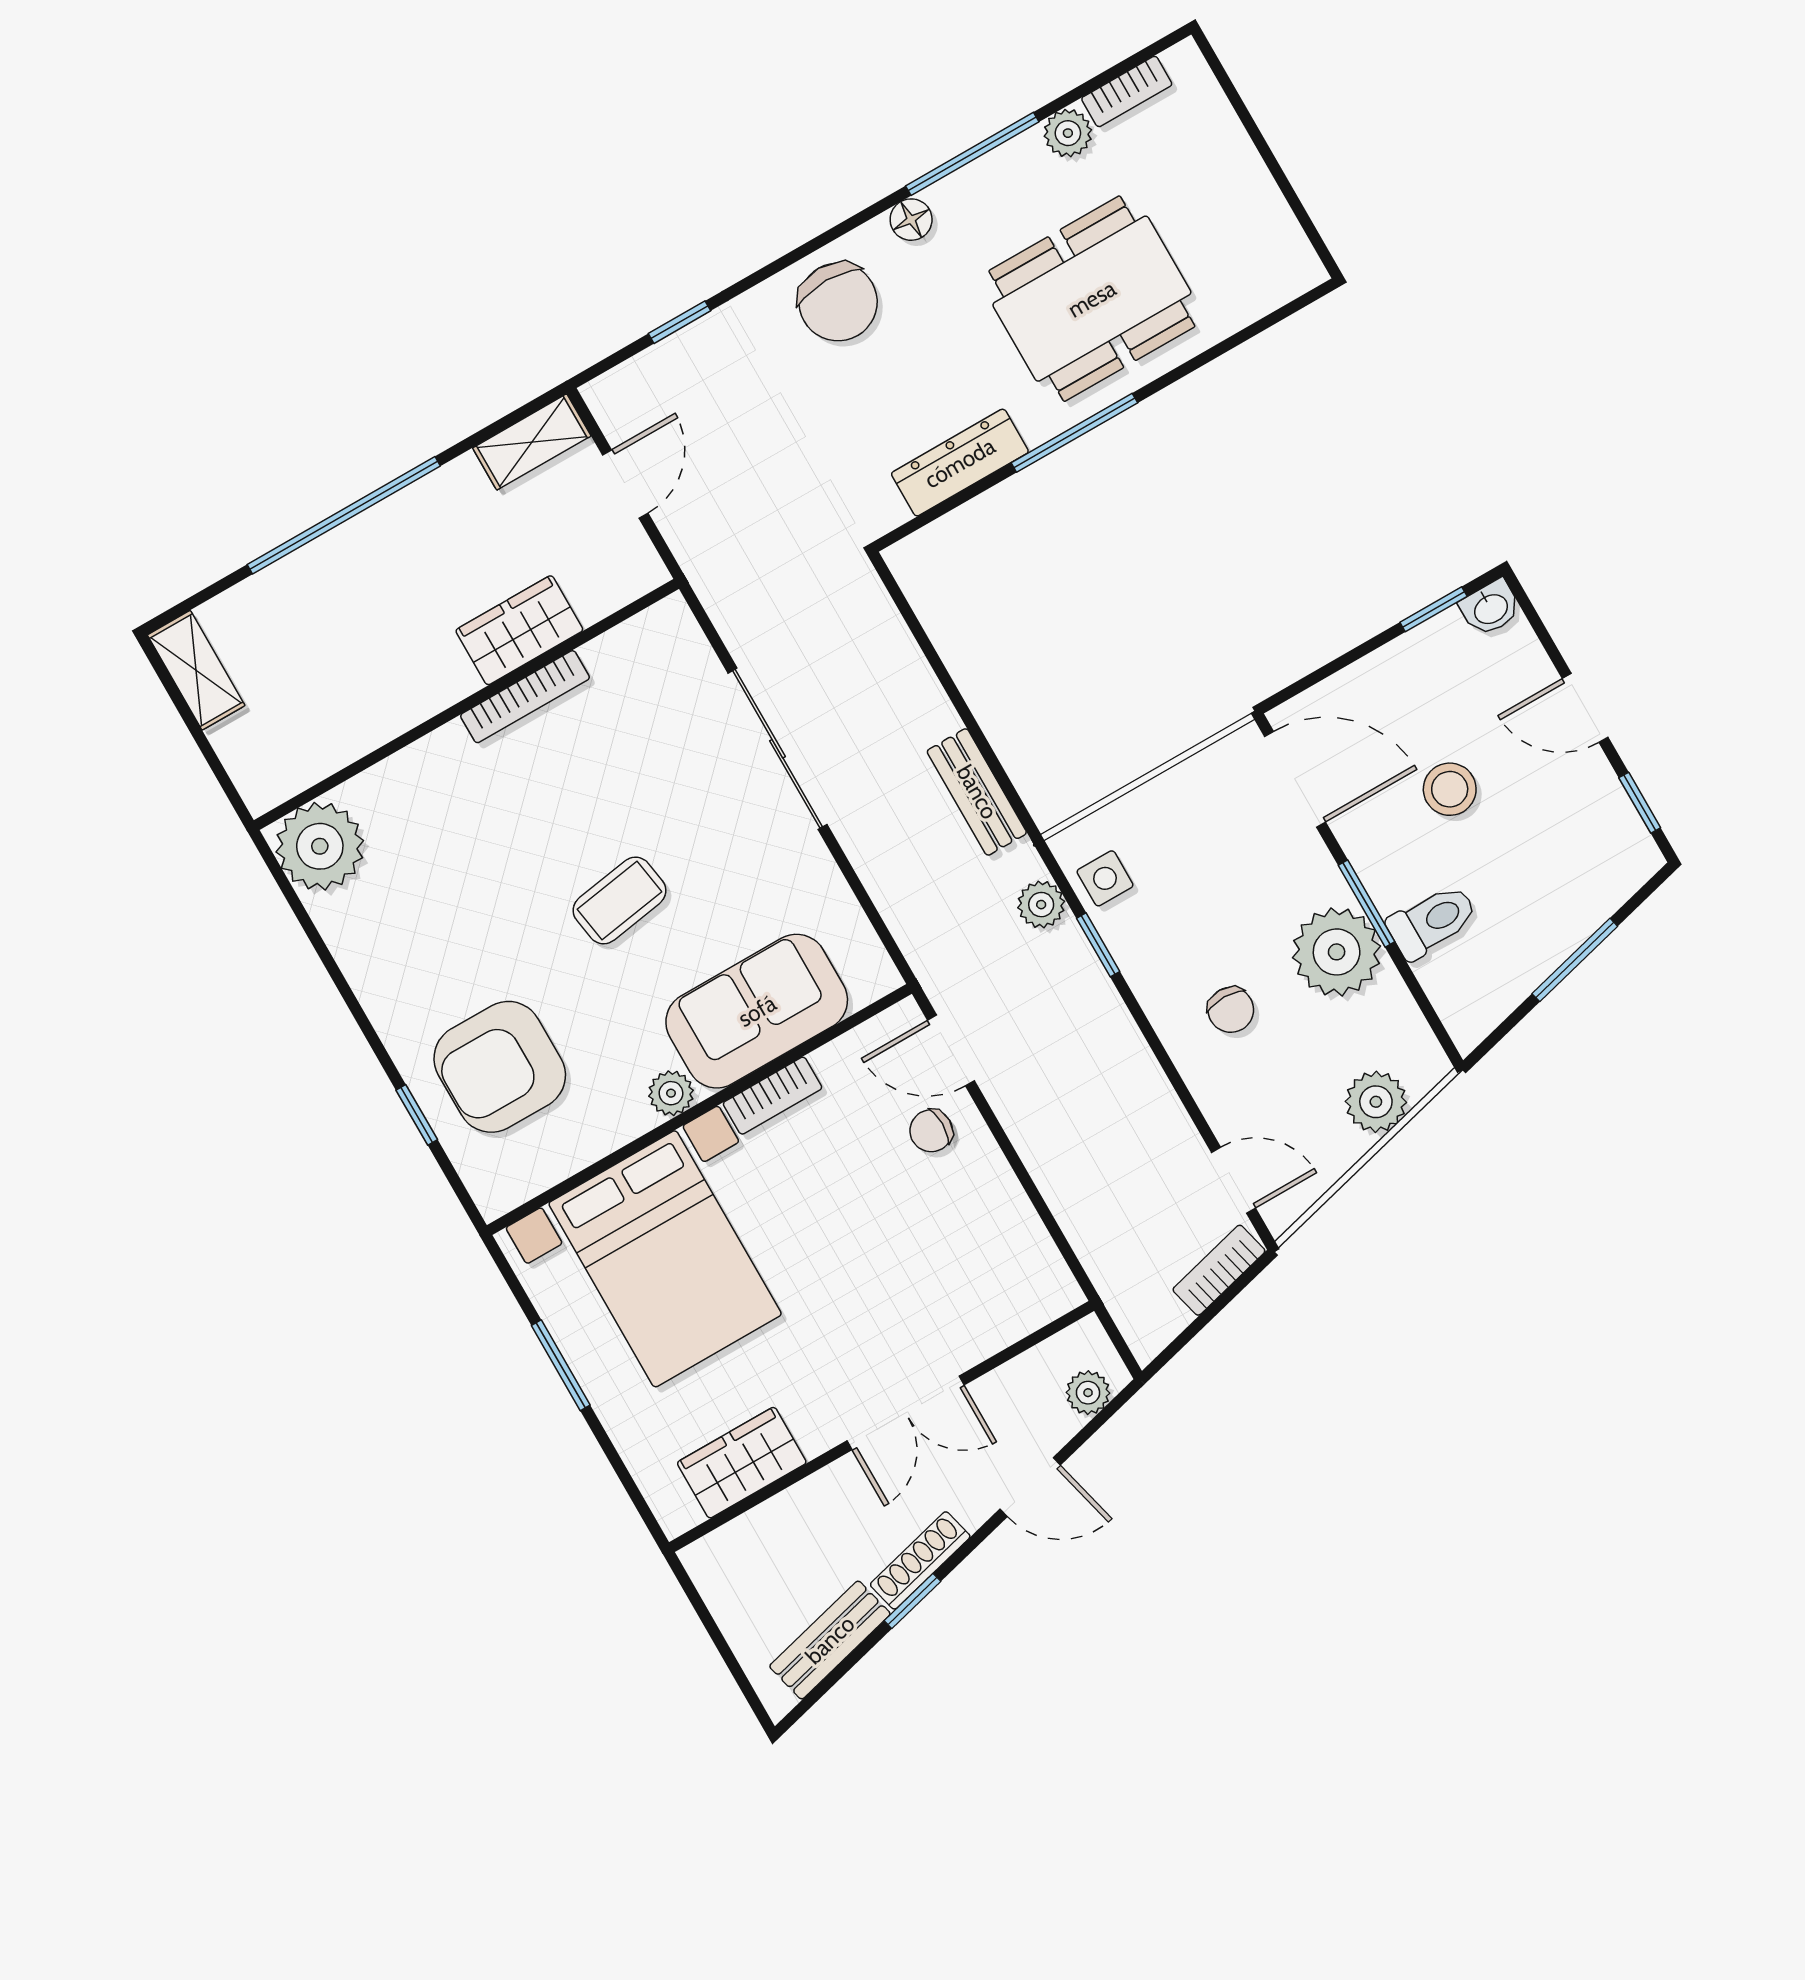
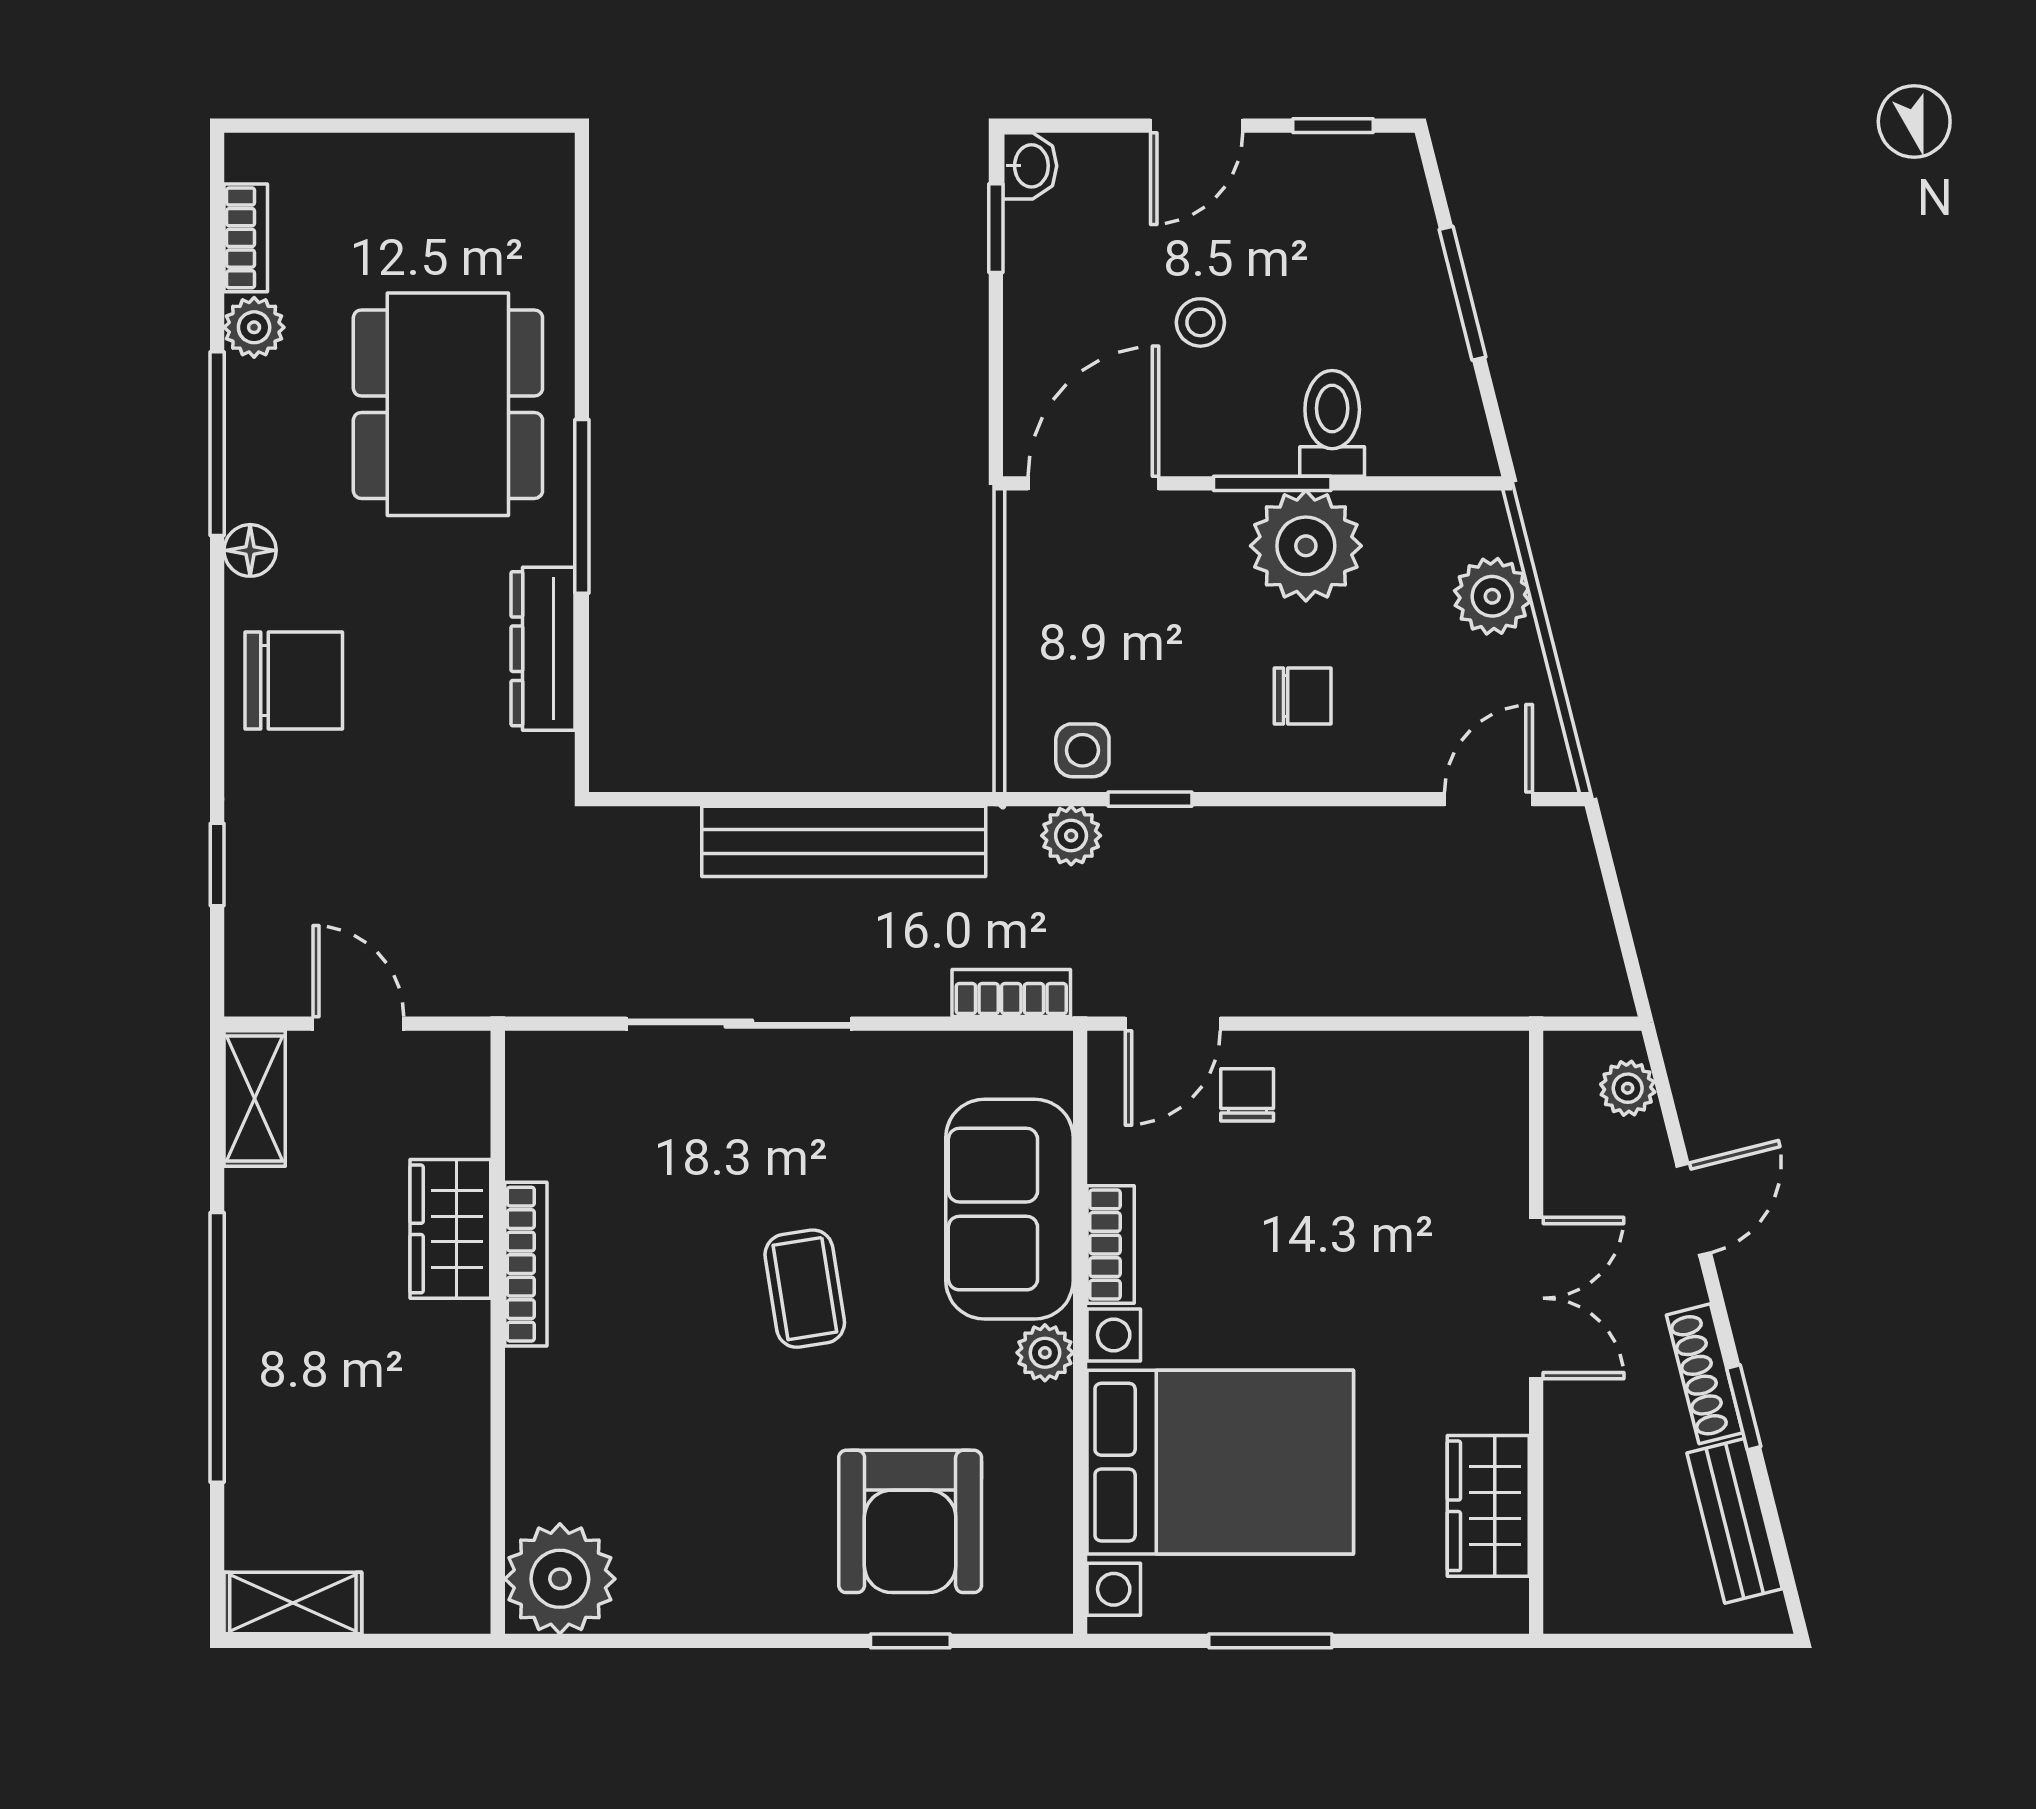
stool: (1450, 789) -> (1200, 322), width x0.73, depth x0.73
bench: (977, 792) -> (844, 841), width x1.86, depth x1.21
chair: (931, 1131) -> (1247, 1095), turned 180
bookcase: (1219, 1270) -> (1011, 993), moved, turned 104

